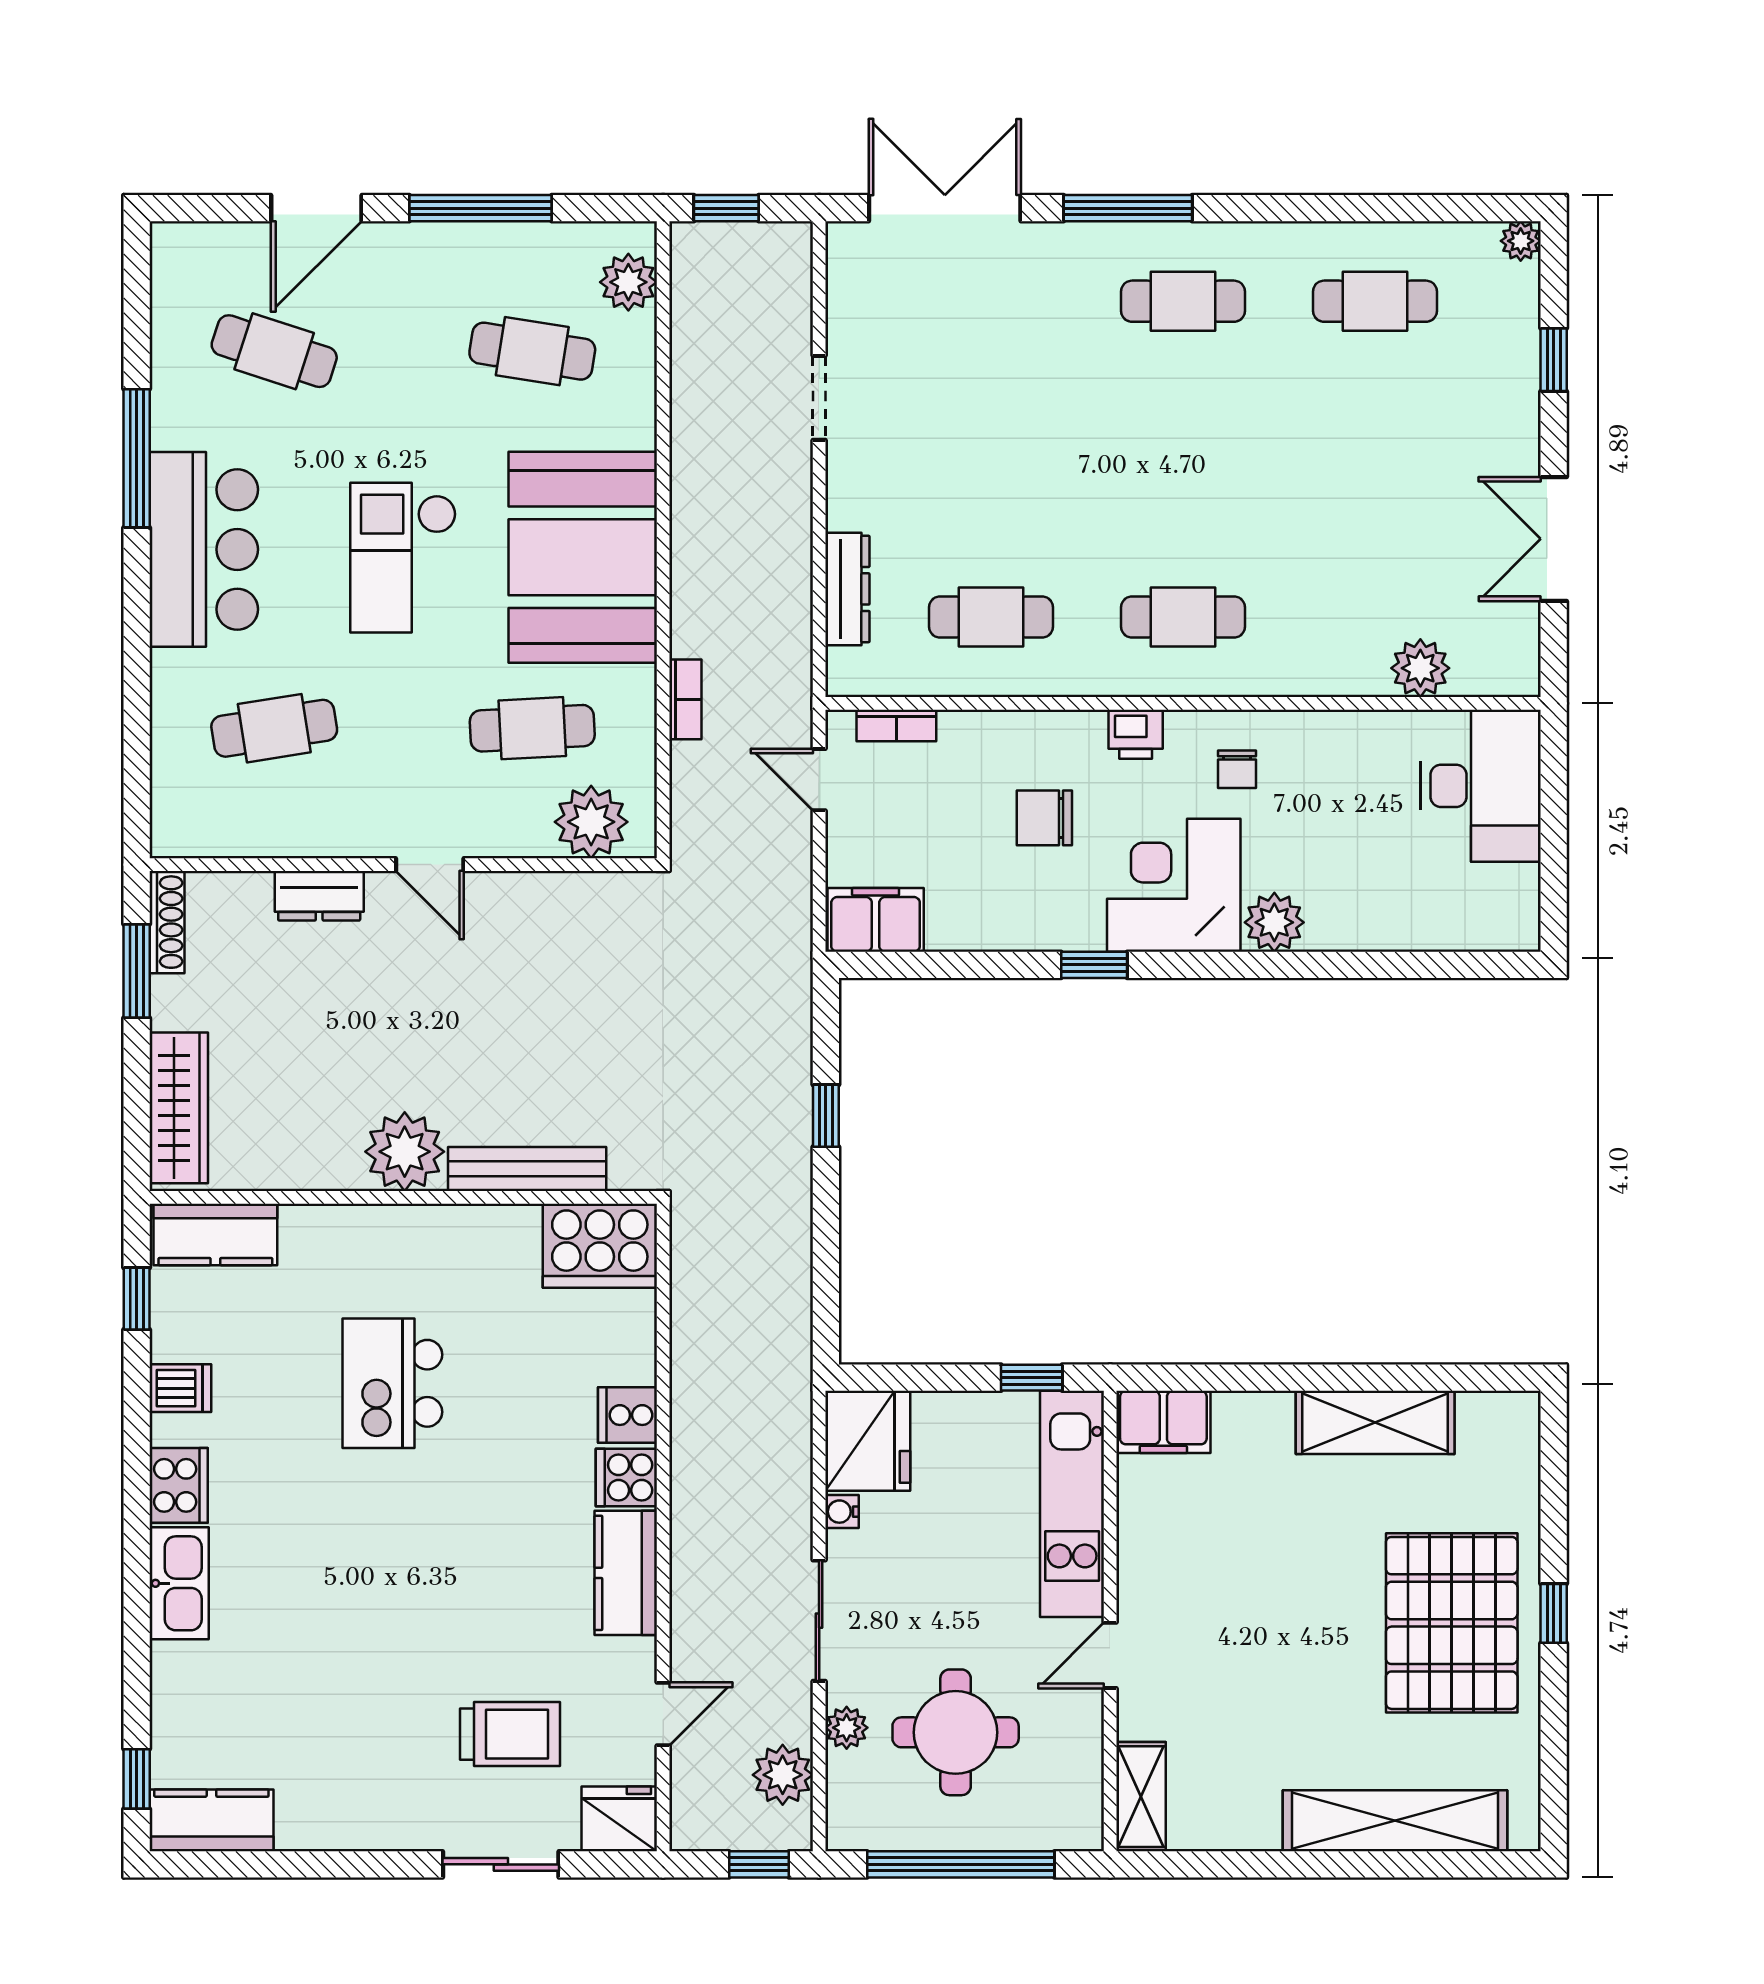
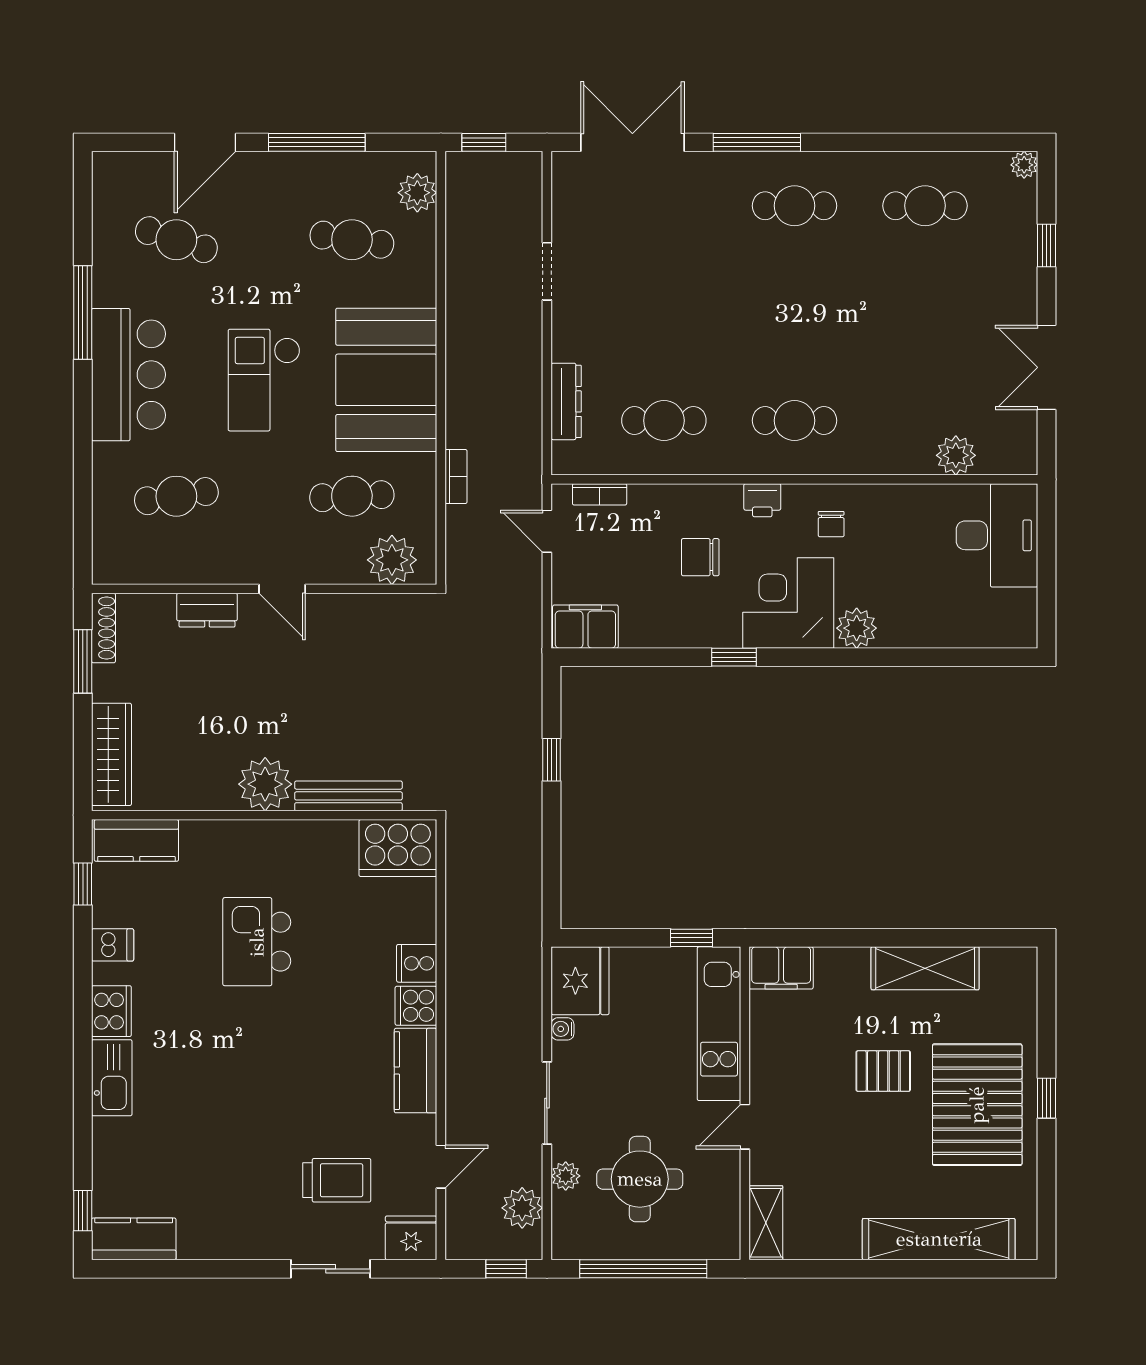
pallet: (1313, 1574) -> (883, 1071), added

